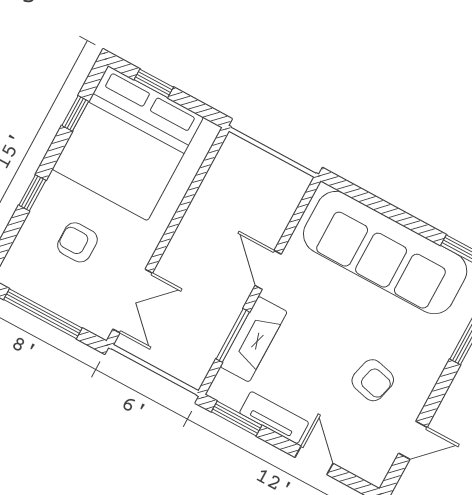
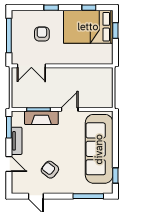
bed: (128, 143) -> (88, 27), width x0.73
armchair: (373, 380) -> (50, 170), turned 115
door: (314, 460) -> (9, 164), hinge flipped

